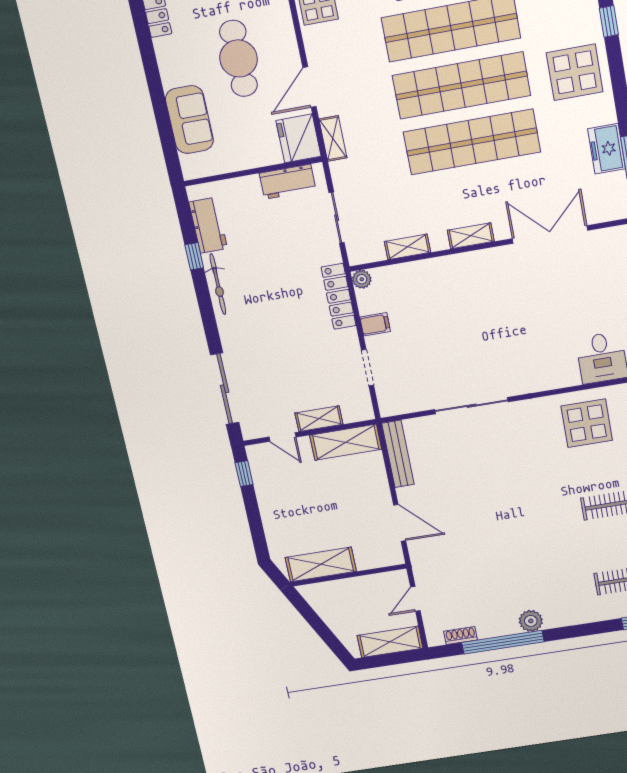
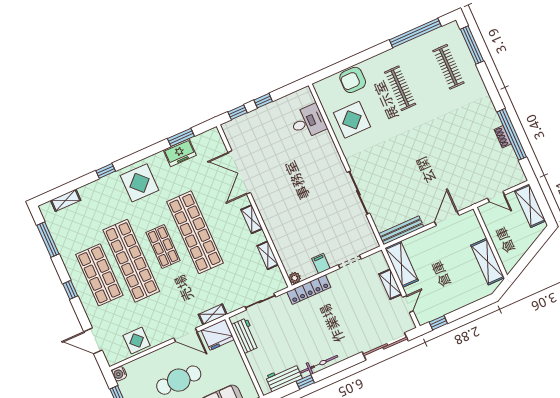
shop shelf: (461, 85) -> (163, 247), width x0.50, depth x0.74
plant: (531, 621) -> (493, 120), removed
shoe rack: (461, 636) -> (503, 137), moved

